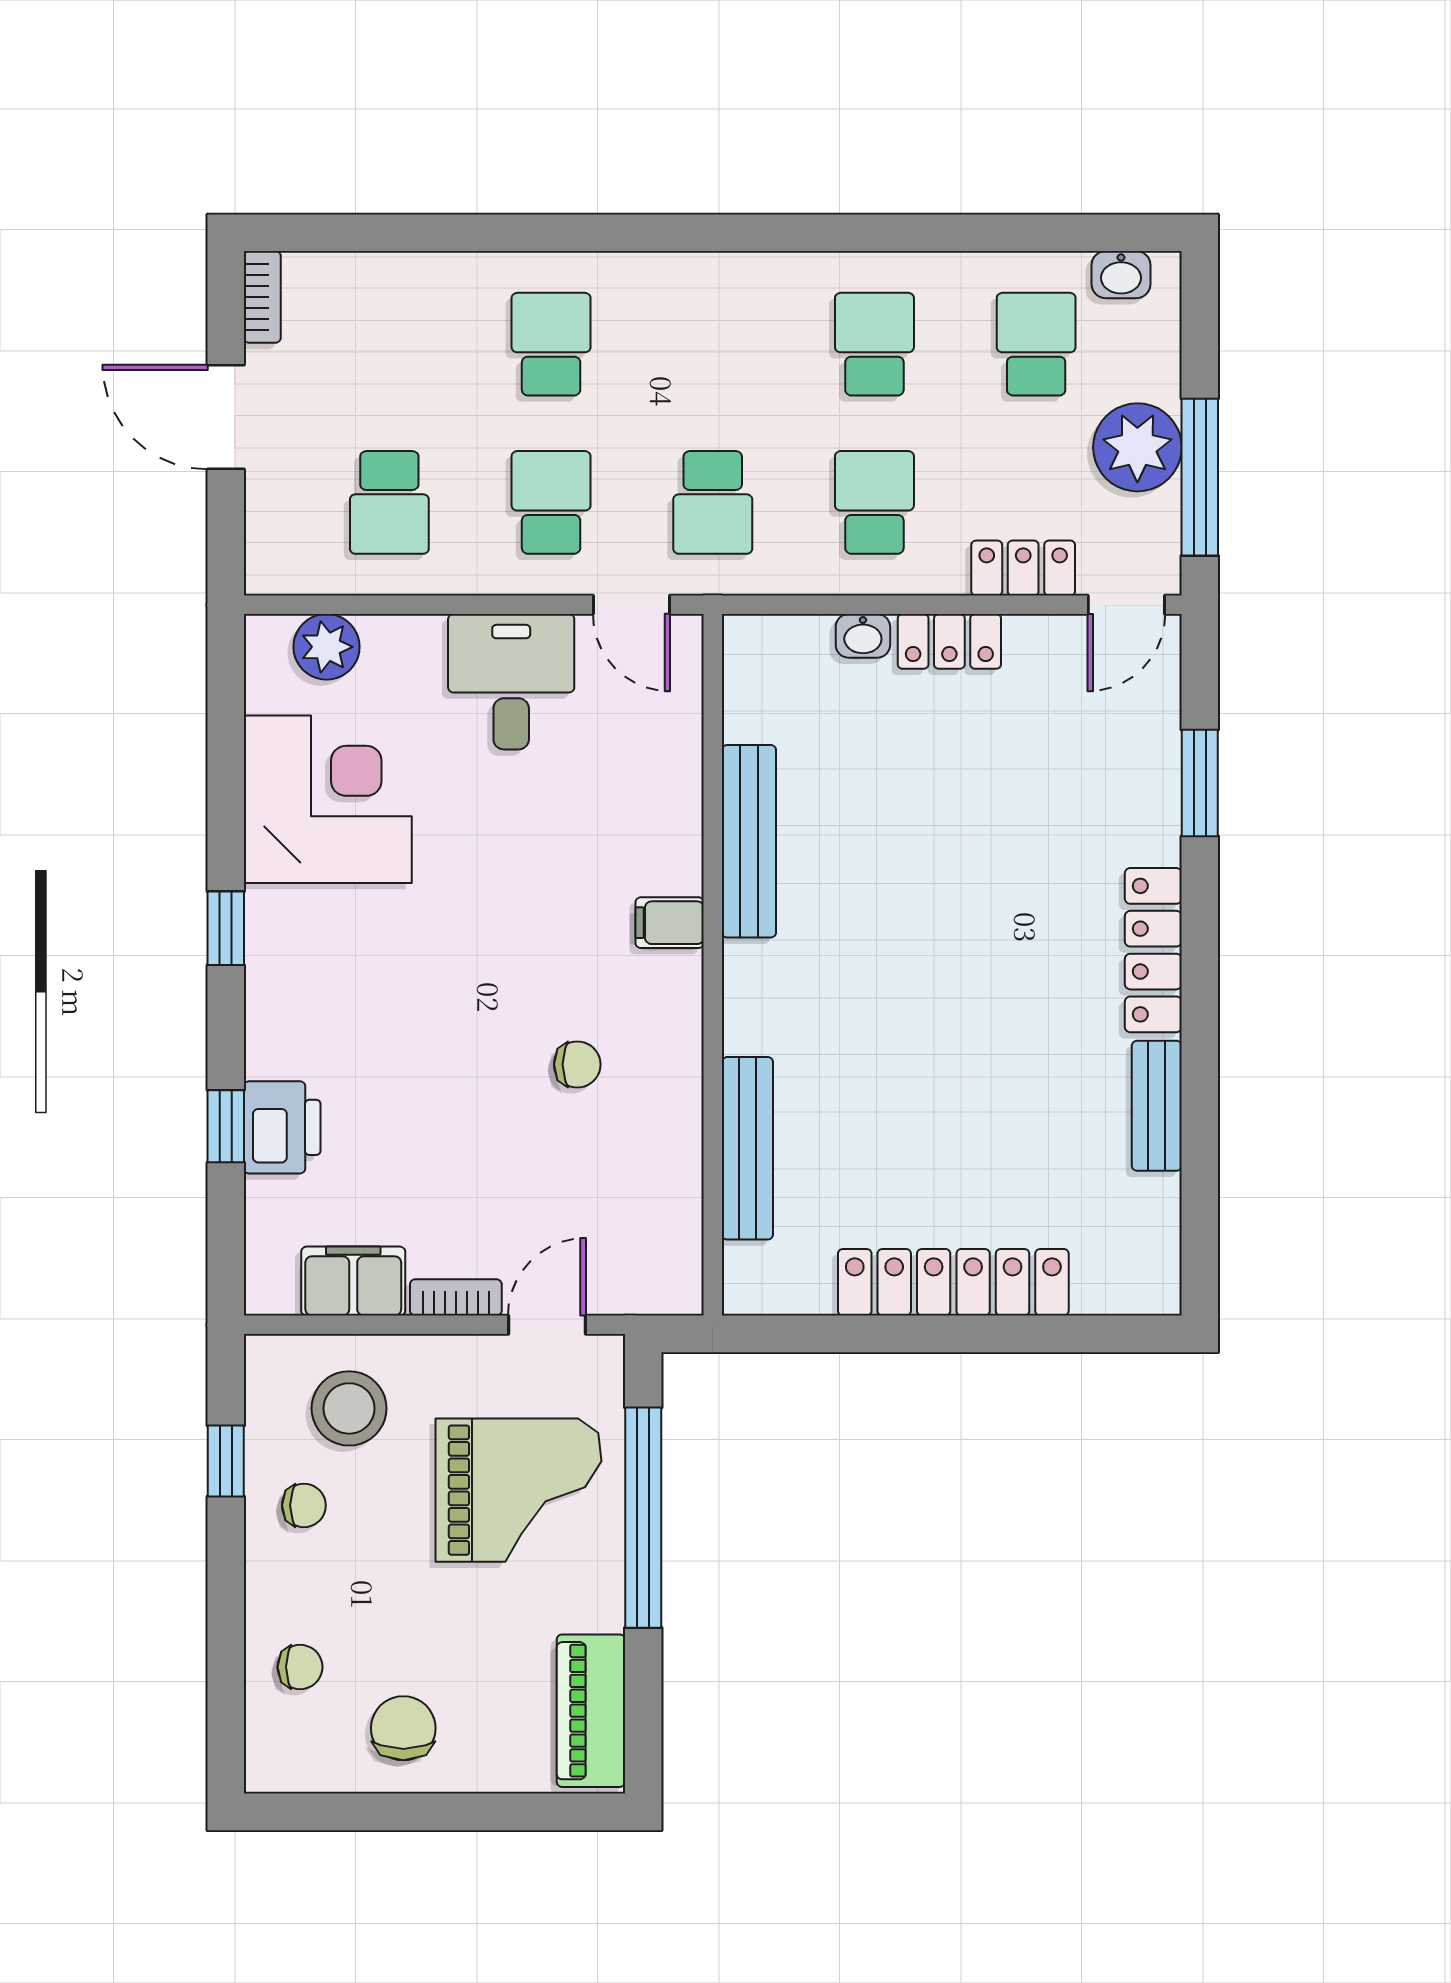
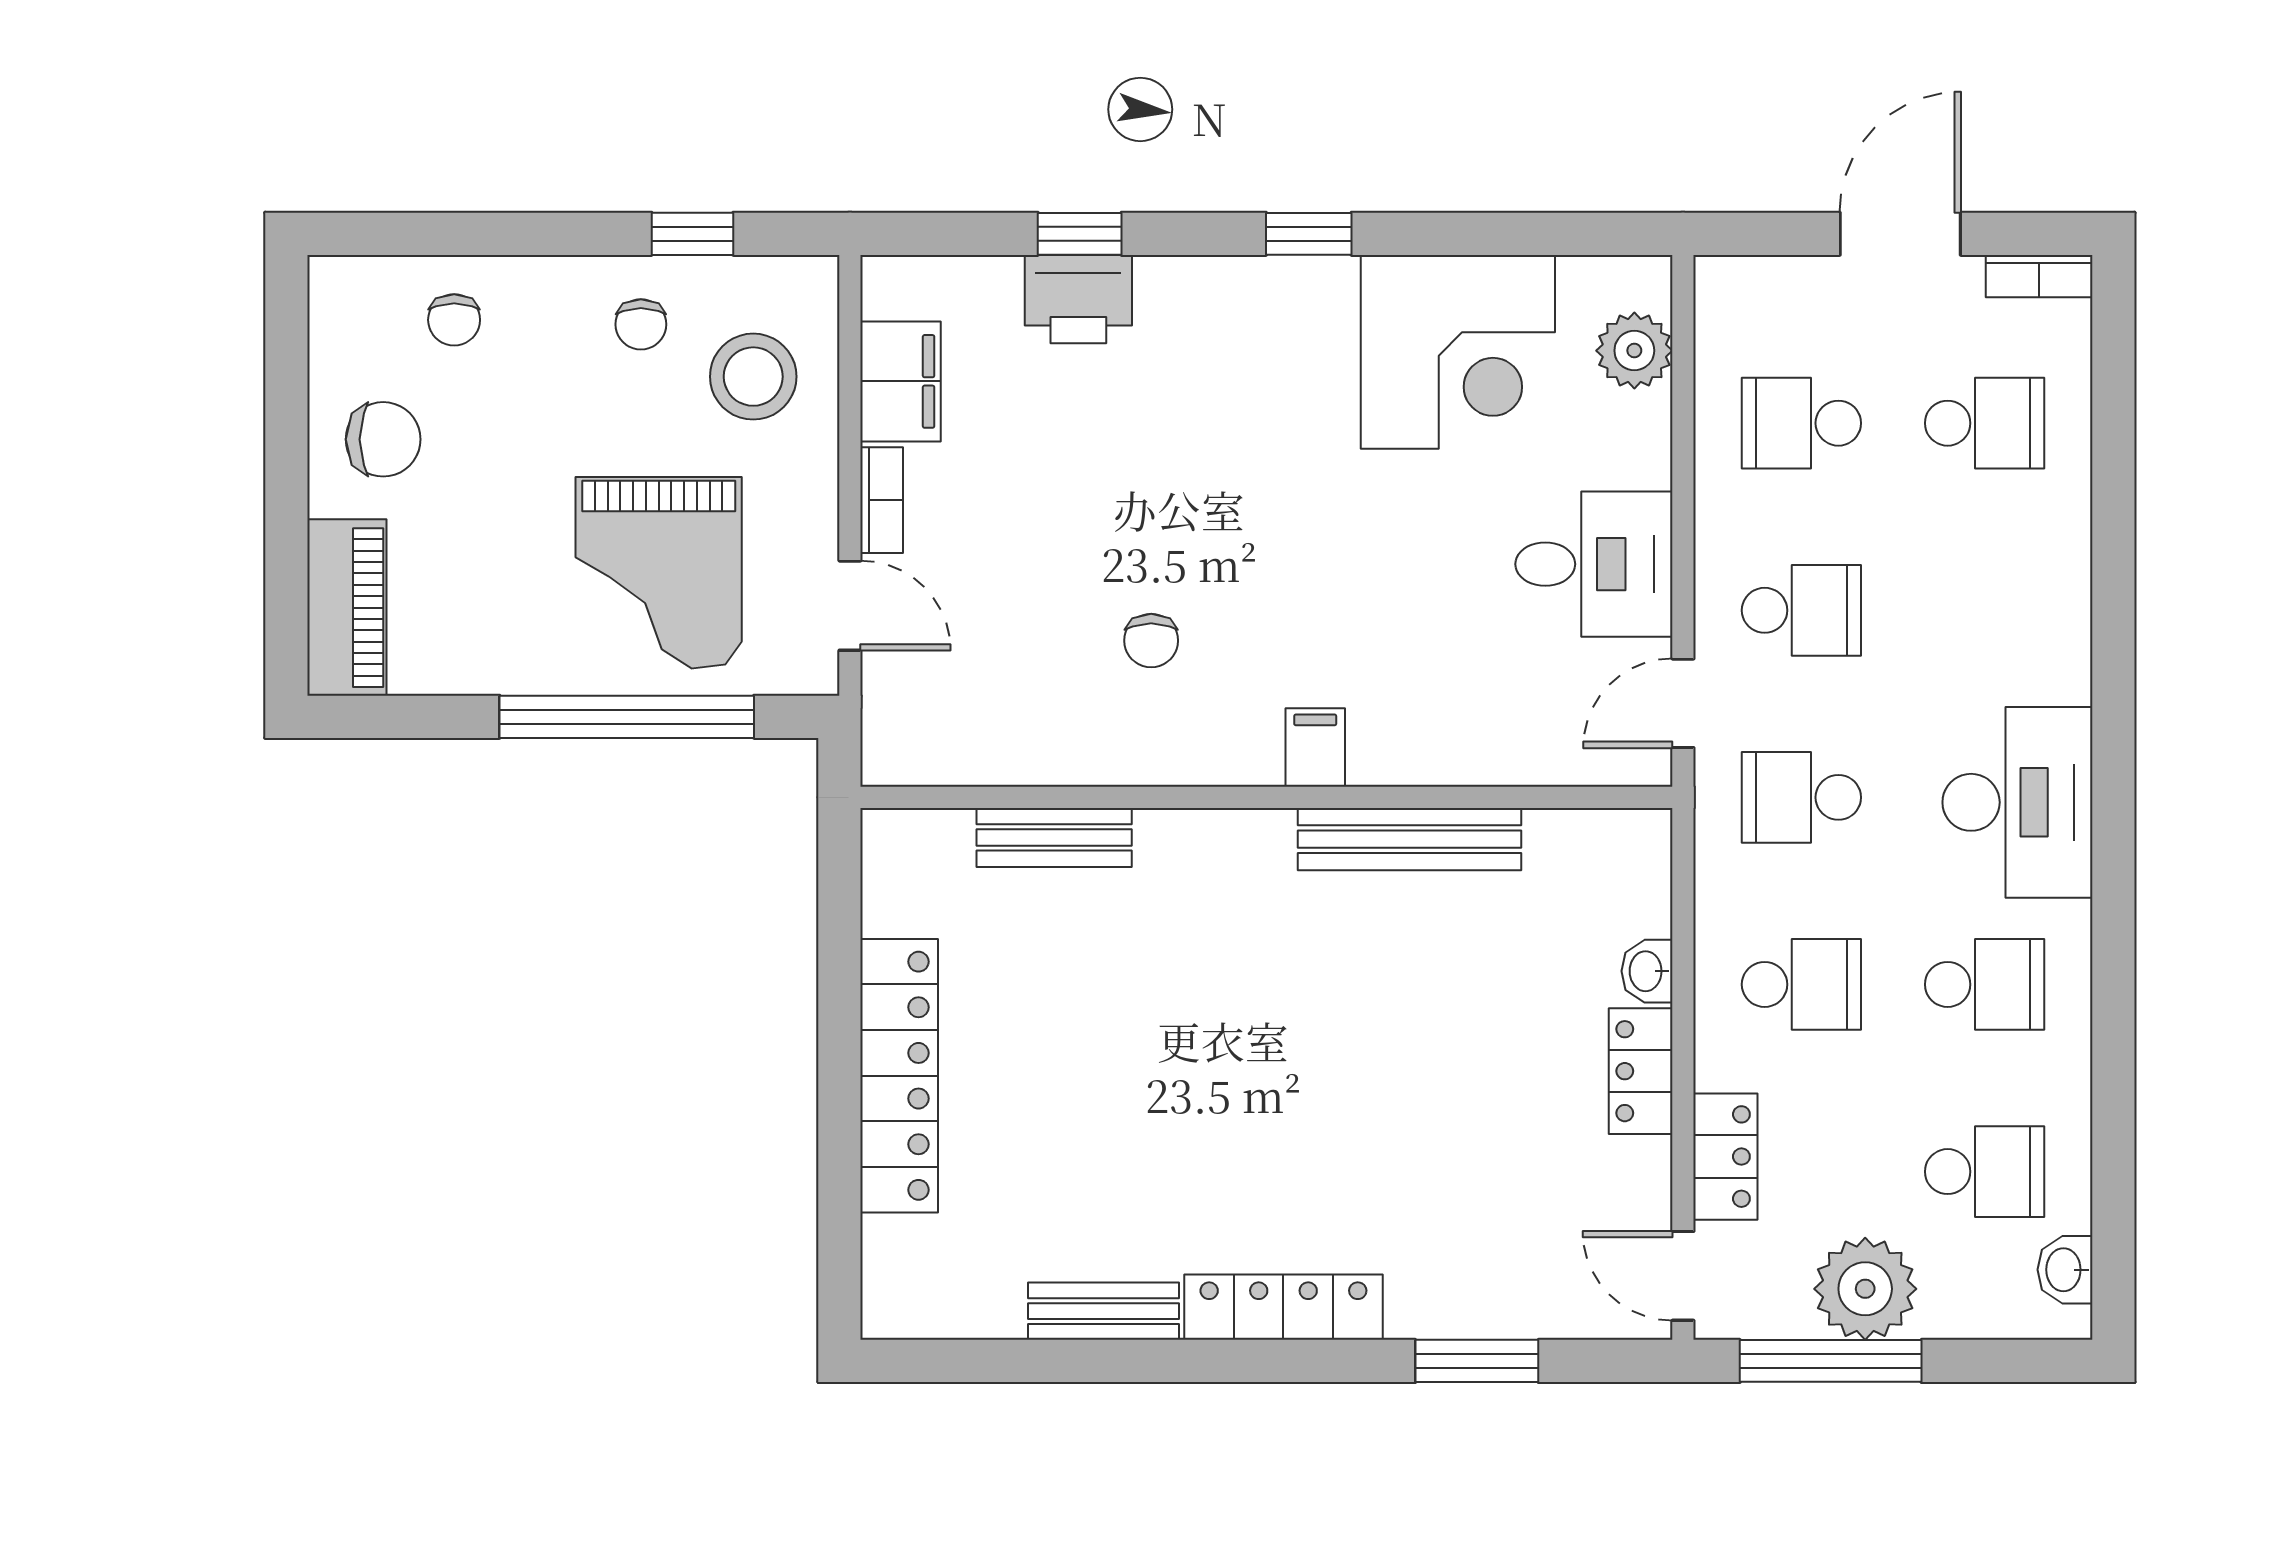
desk: (717, 316) -> (2018, 802), added
school desk: (551, 344) -> (1985, 423), moved
bench: (747, 1148) -> (1054, 837), width x0.73
piano: (591, 1711) -> (347, 608), moved, turned 90

